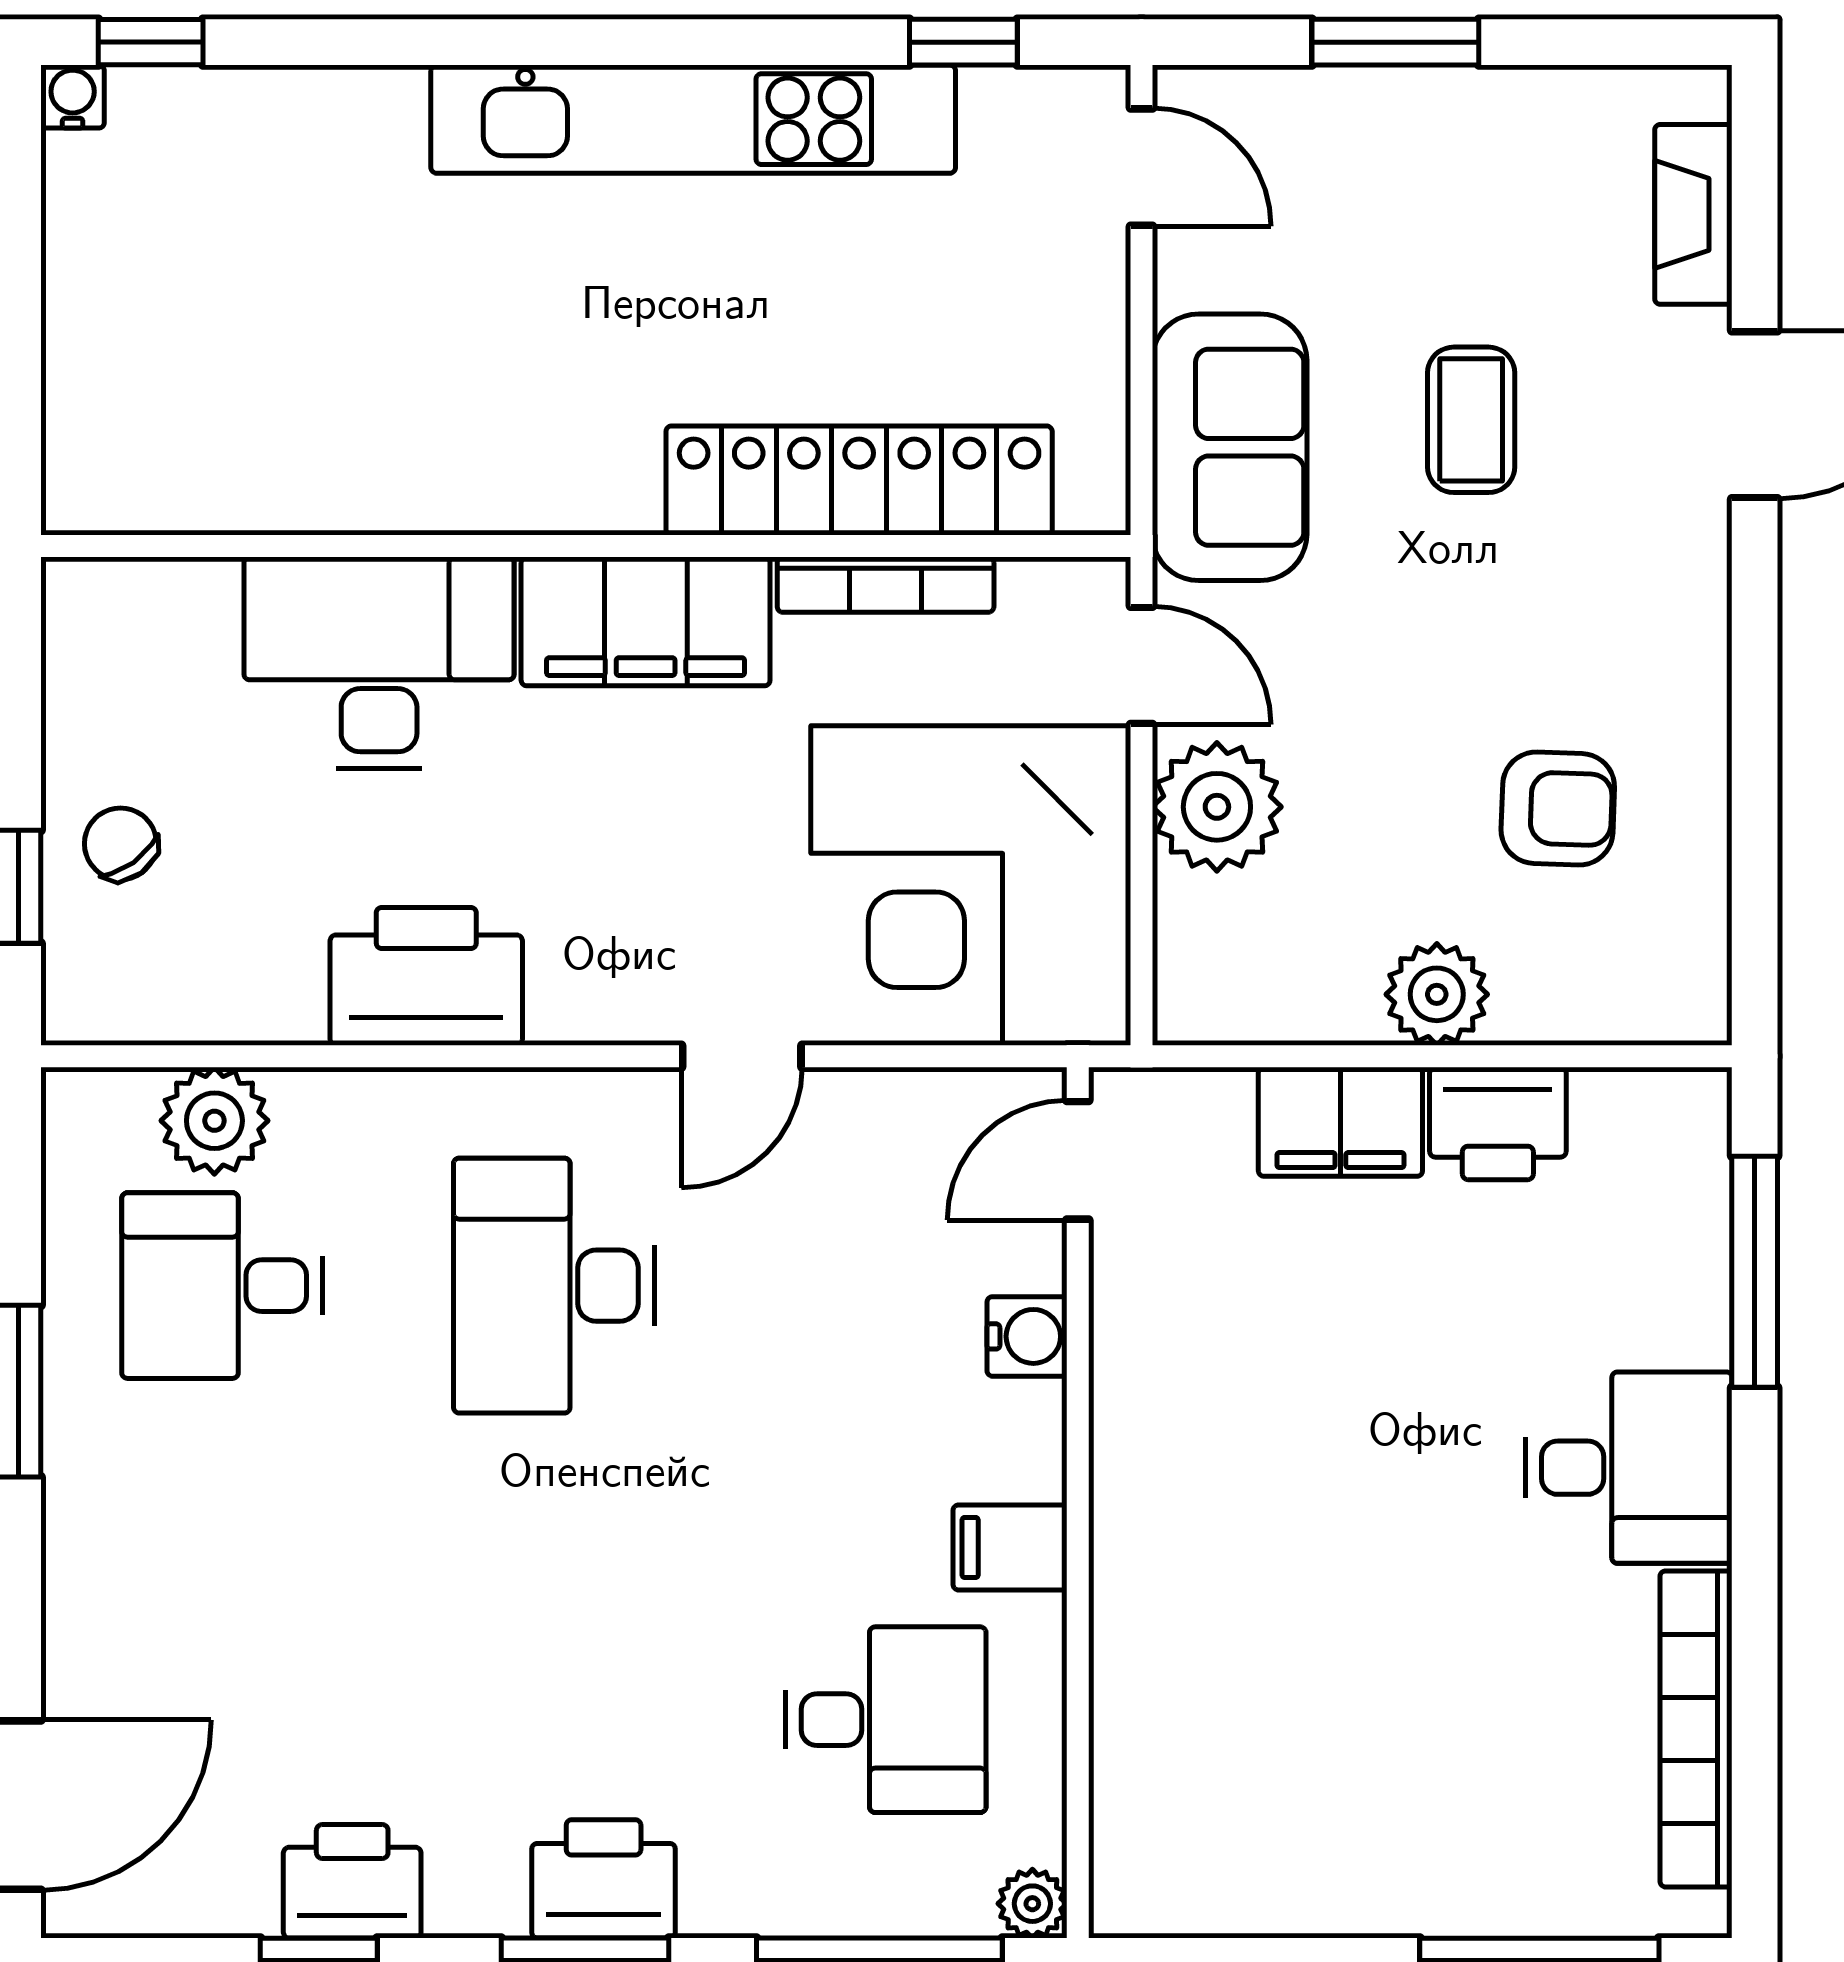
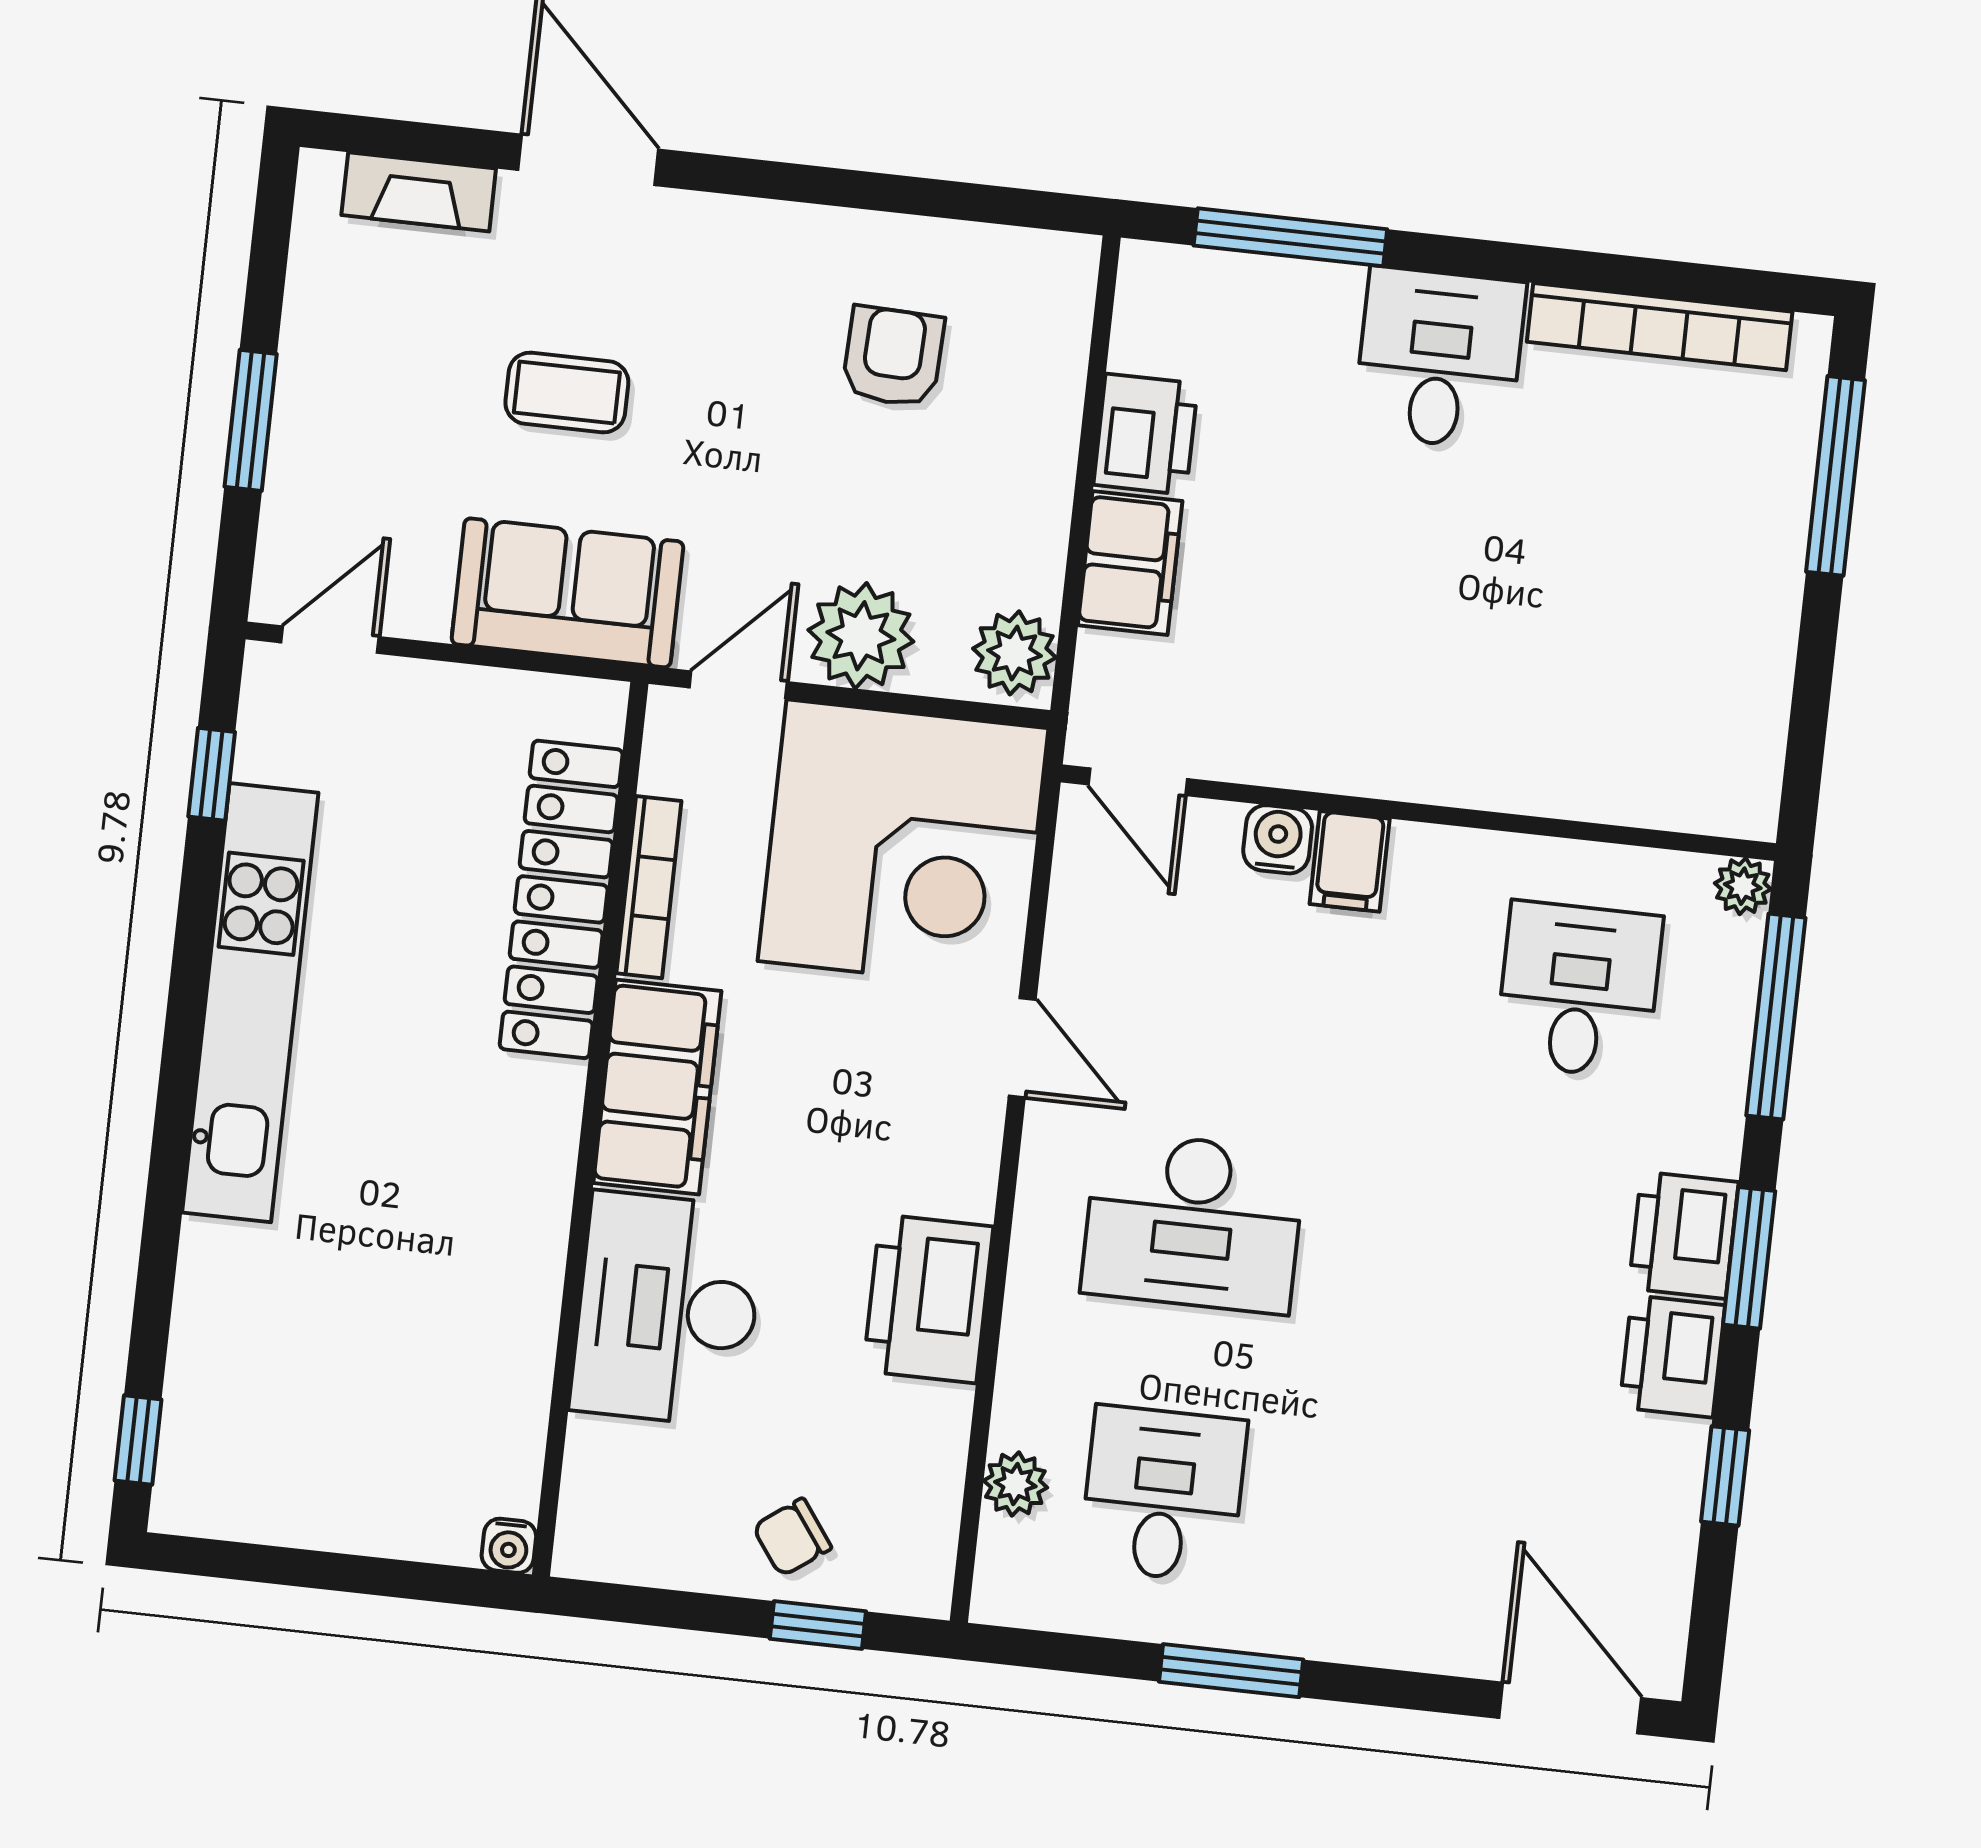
water cooler: (73, 97) -> (509, 1546), moved, turned -90
plant: (1437, 994) -> (1014, 653), moved
plant: (214, 1121) -> (1015, 1484), width x0.73, depth x0.73
desk: (222, 1286) -> (1163, 1494), turned 180
filing cabinet: (1010, 1547) -> (1350, 861), moved
printer: (352, 1881) -> (1672, 1356), moved

